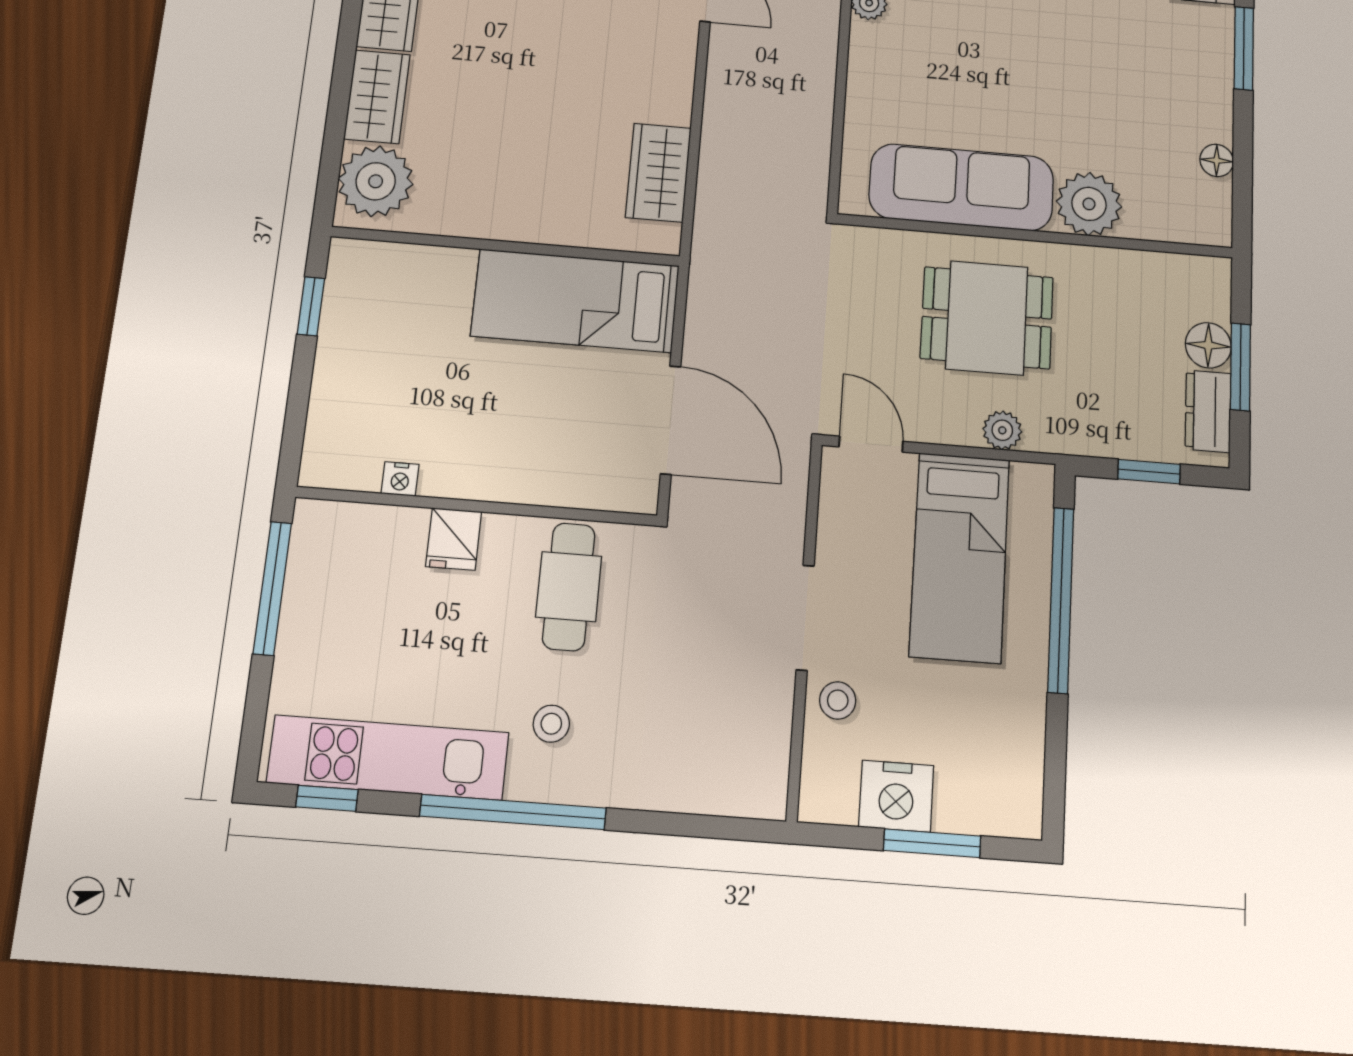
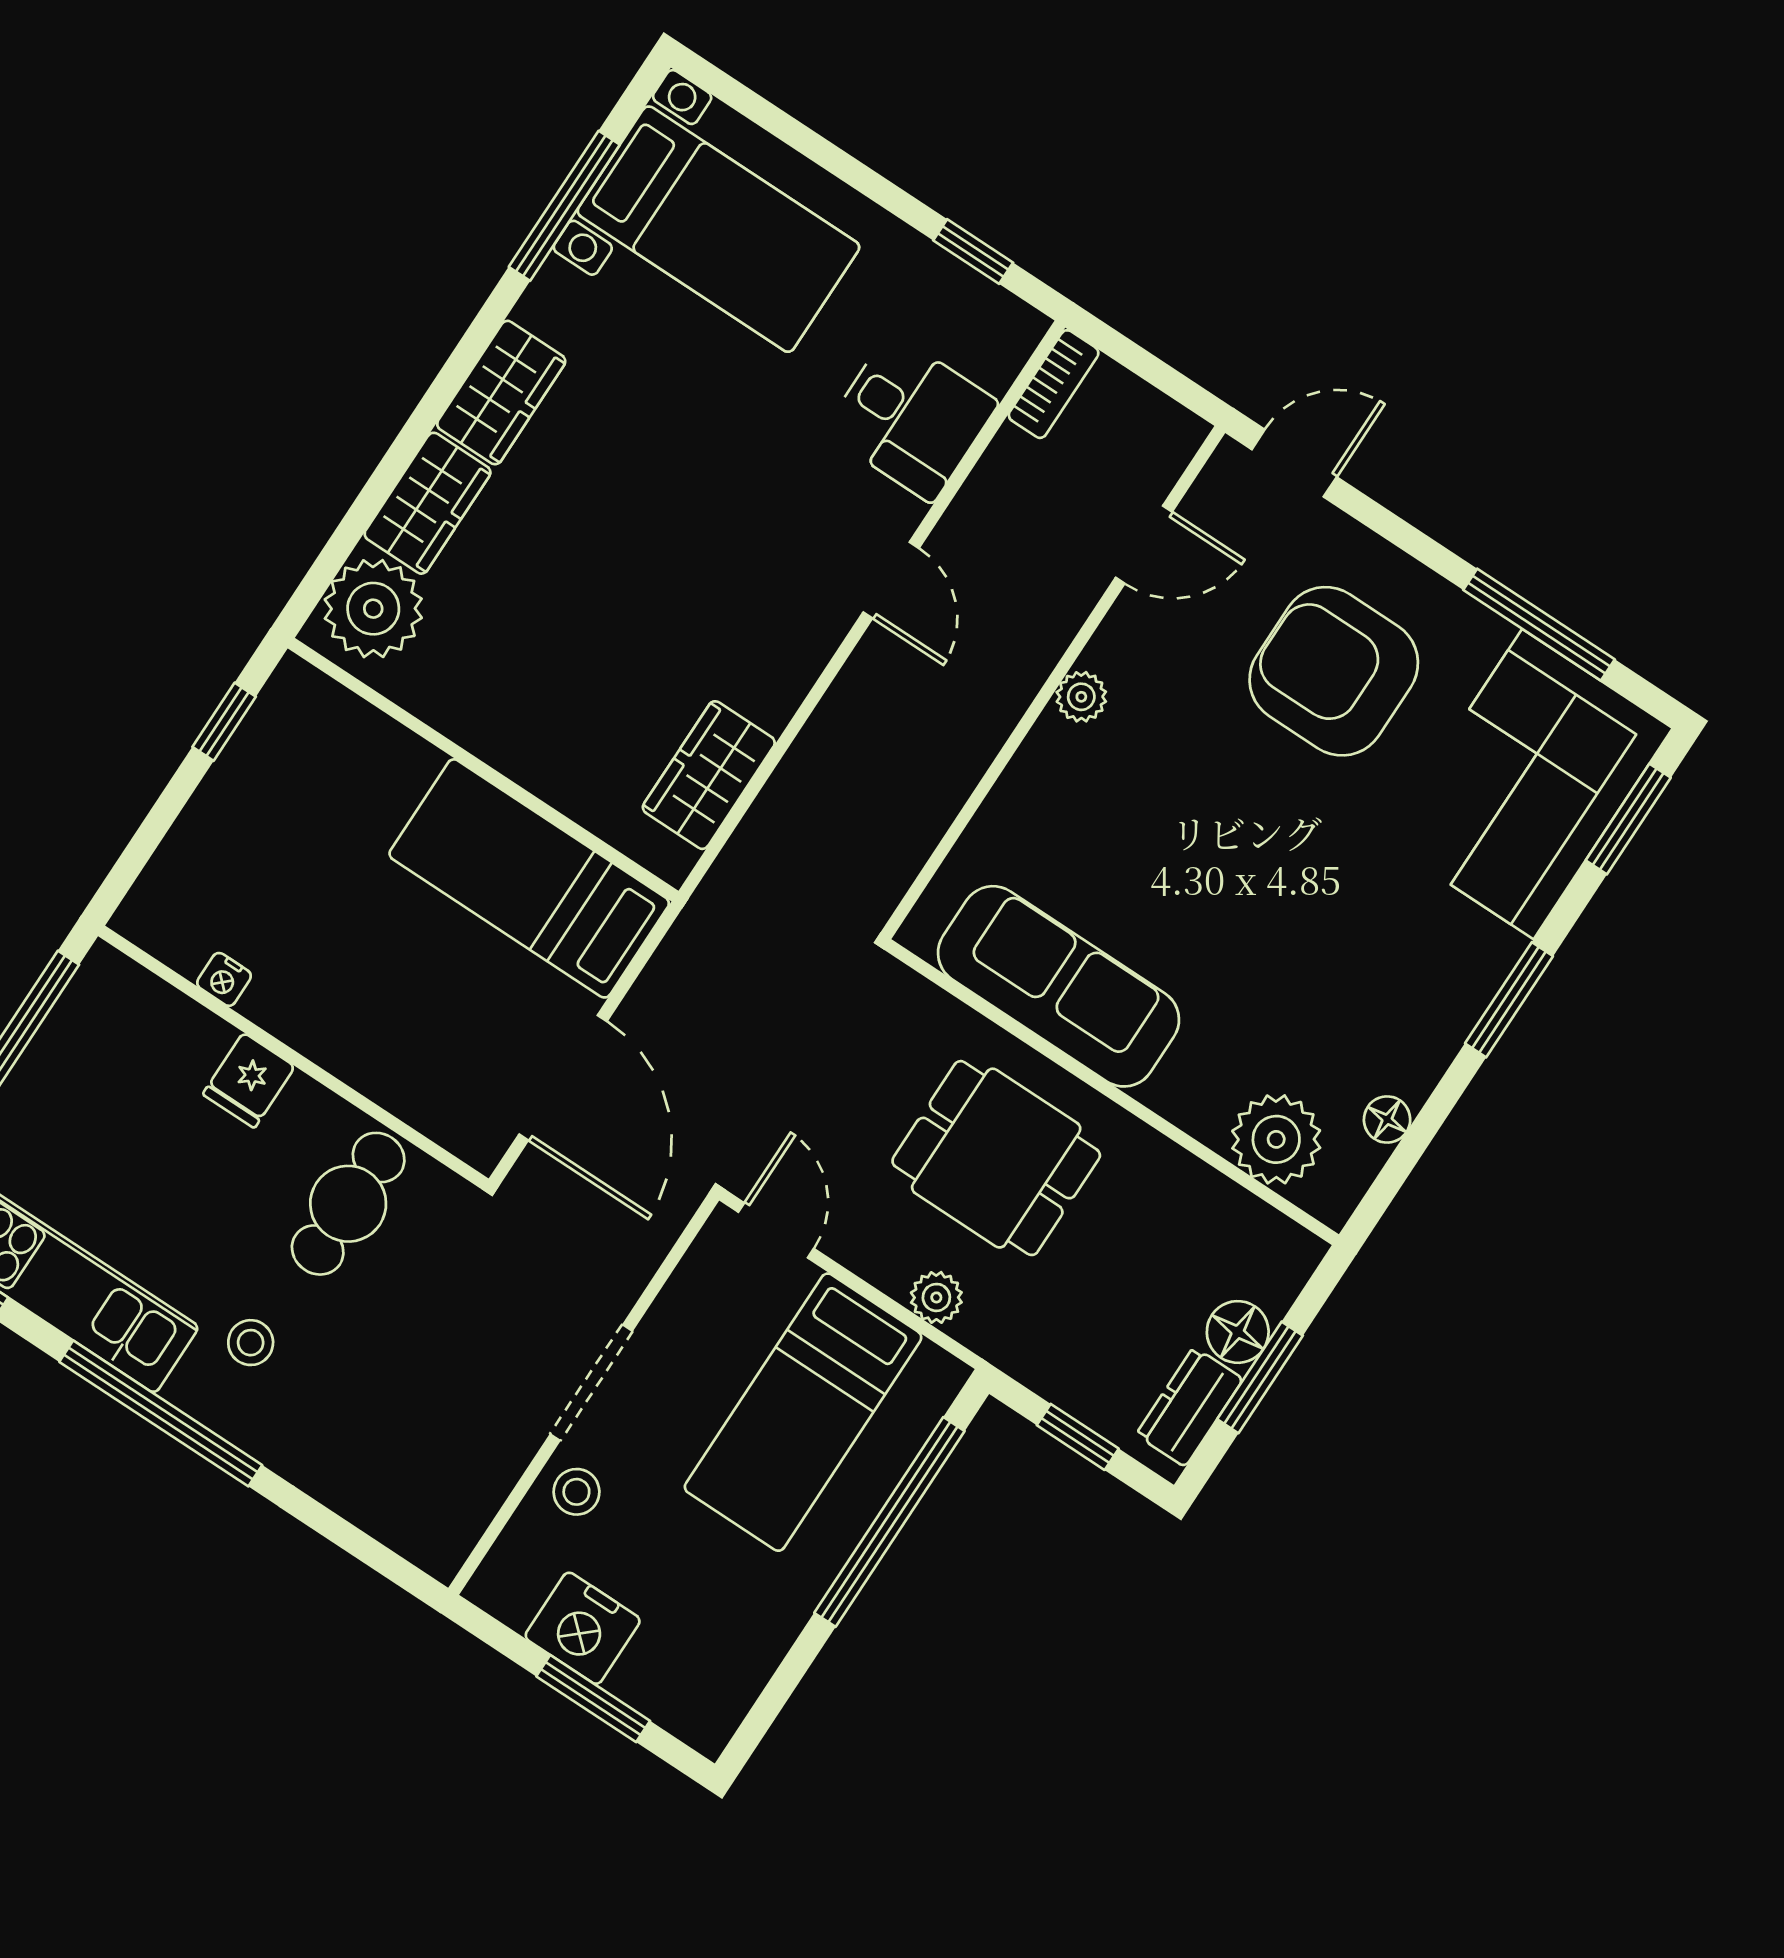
plant: (1089, 204) -> (1276, 1139), moved

